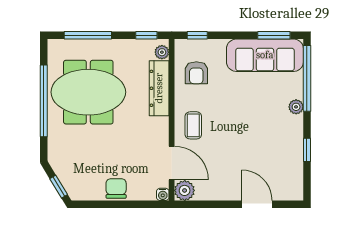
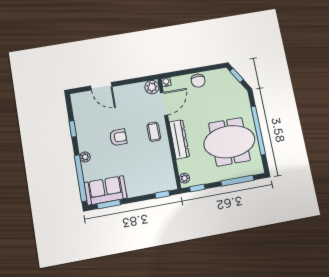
sofa: (265, 55) -> (105, 190), width x0.73
armchair: (196, 73) -> (118, 137), moved, turned 90
dresser: (159, 88) -> (179, 139), moved
door: (172, 163) -> (164, 104), swing flipped

